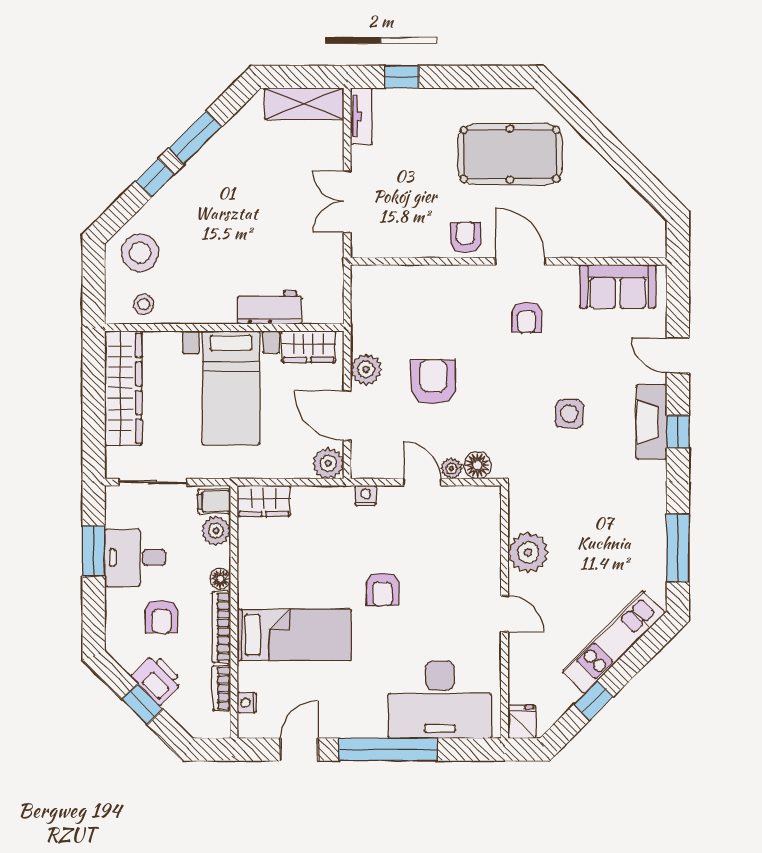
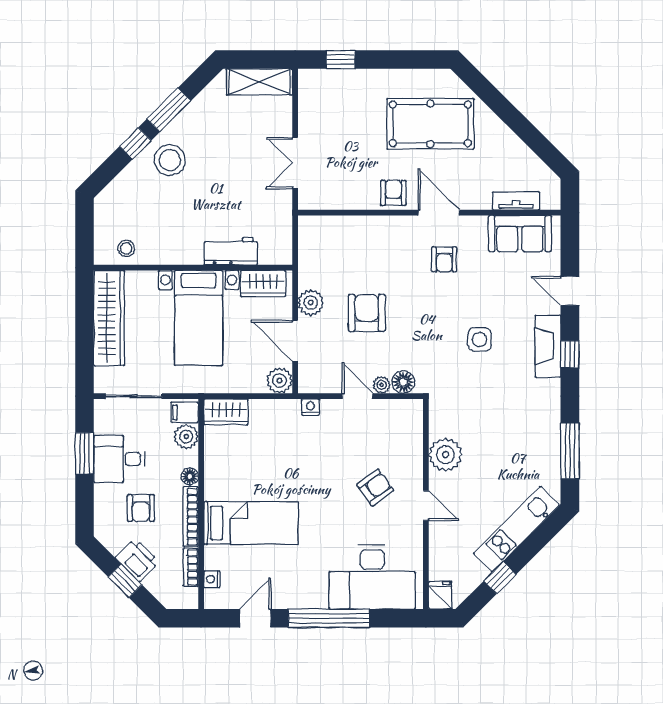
tv unit: (361, 116) -> (516, 201), moved, turned -90
stool: (140, 253) -> (170, 160), moved
armchair: (383, 589) -> (375, 488), moved, turned -126

